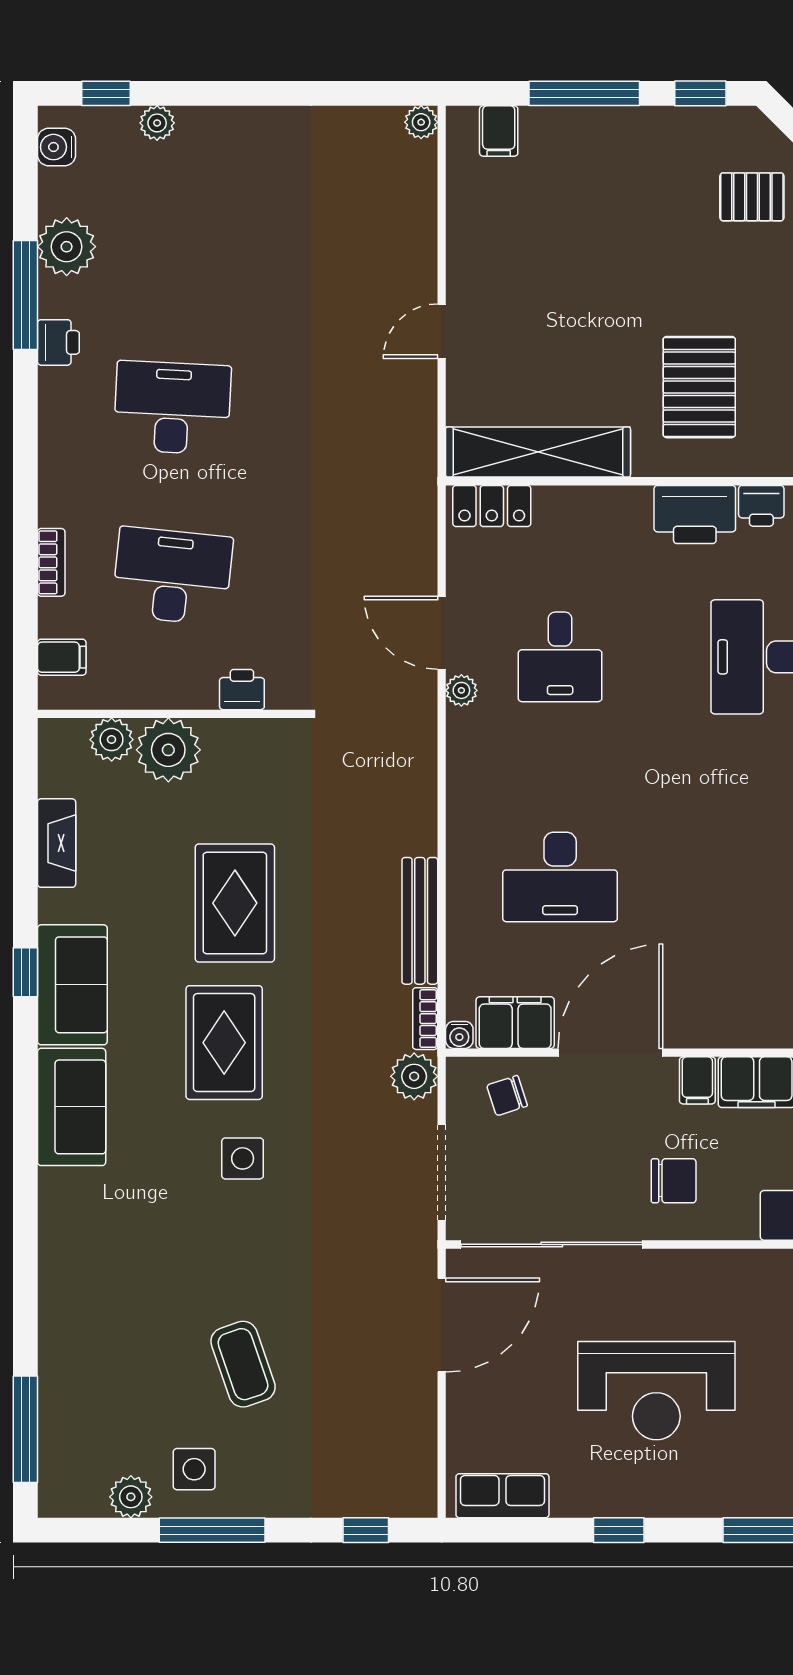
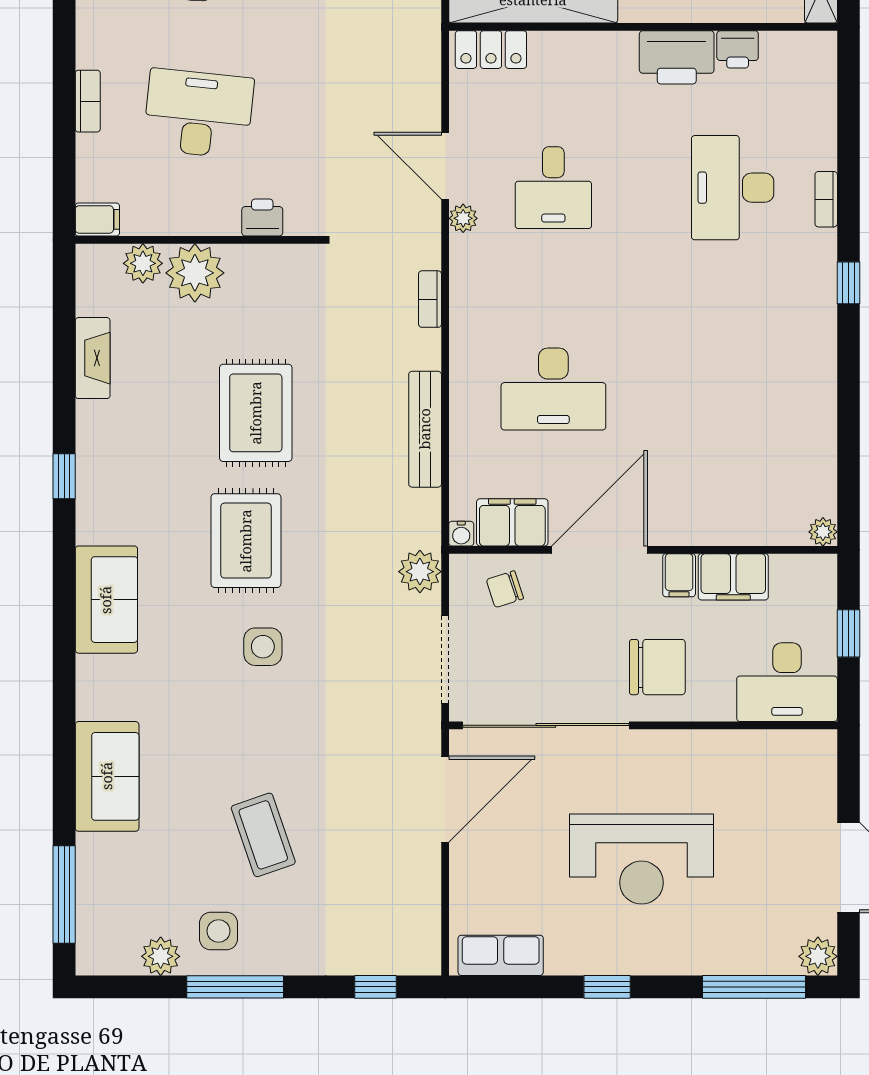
filing cabinet: (62, 657) -> (97, 219), moved
sofa: (72, 985) -> (107, 776), moved
bookcase: (425, 1019) -> (430, 299), moved
chair: (674, 1181) -> (657, 667), width x1.37, depth x1.37

